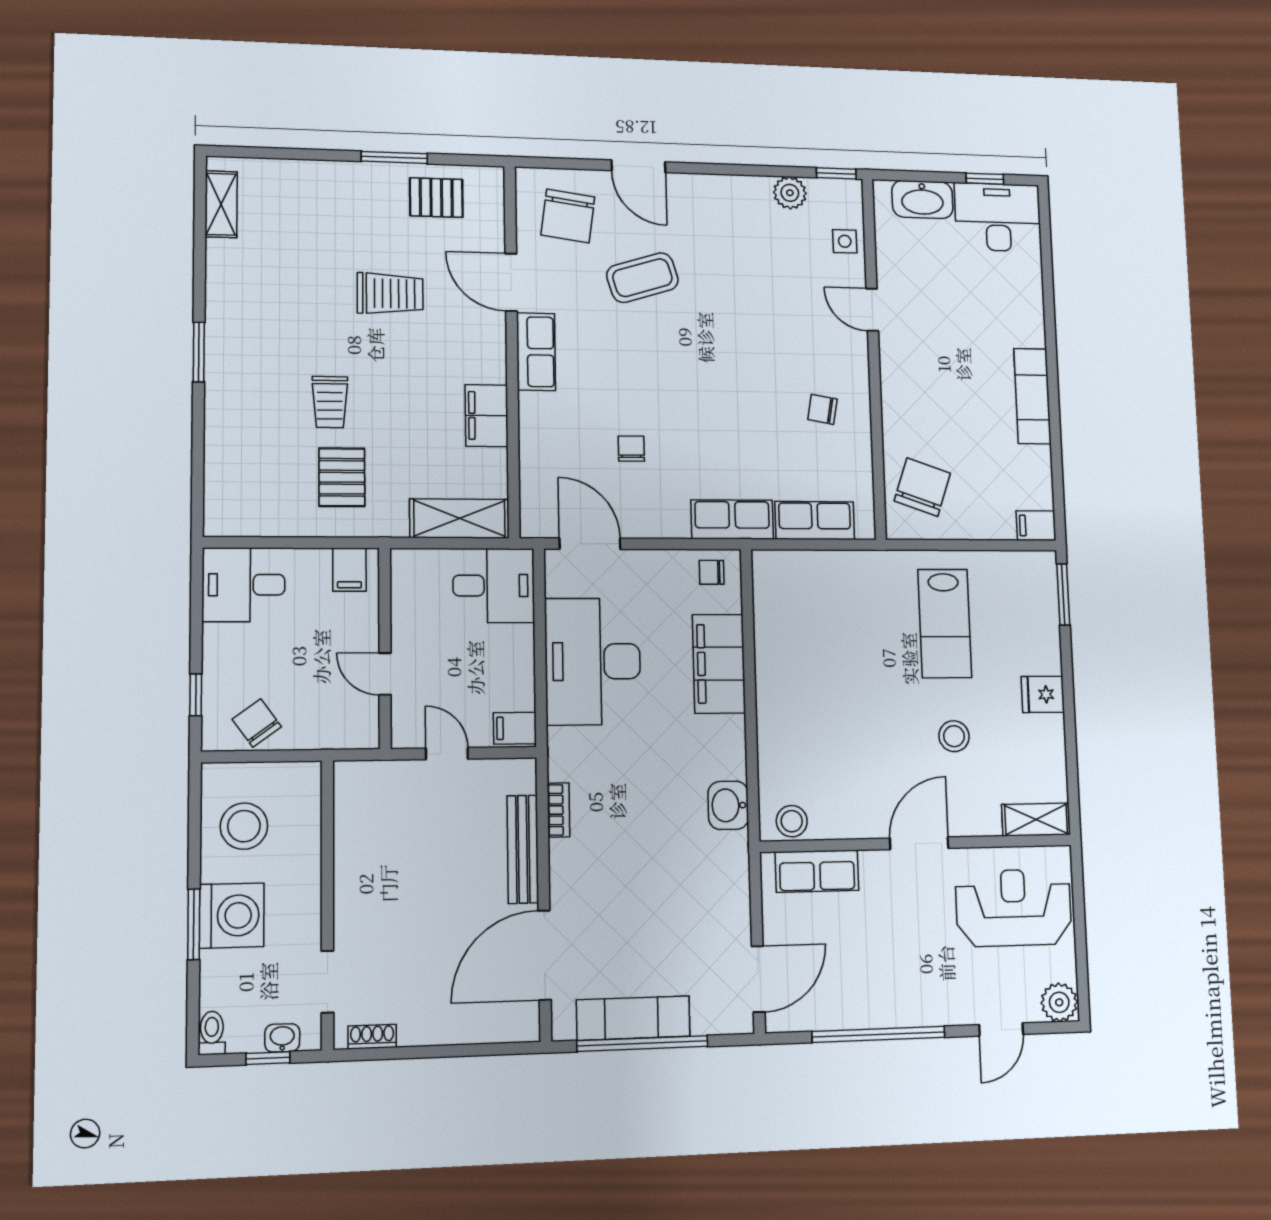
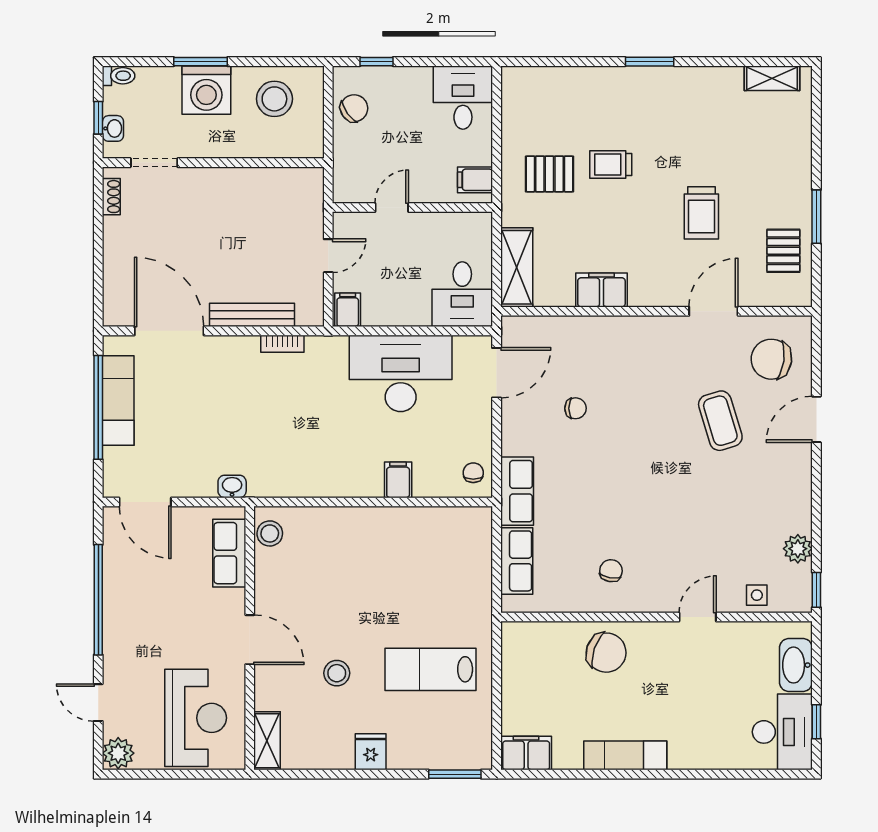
row of seats: (536, 352) -> (655, 331), removed
chair: (922, 487) -> (606, 653), moved
filing cabinet: (1036, 526) -> (526, 753), width x2.00
filing cabinet: (719, 664) -> (398, 480), width x0.33, depth x0.86
washbasin: (728, 805) -> (232, 486), moved, width x0.72, depth x0.69

